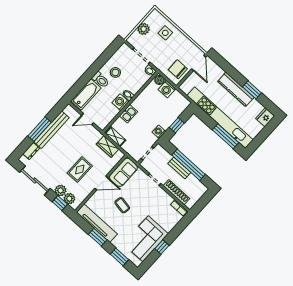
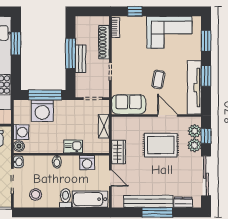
stool: (115, 72) -> (36, 194), moved
washing machine: (120, 102) -> (87, 163), moved
window: (177, 125) -> (45, 95), width x2.17
washing machine: (159, 132) -> (42, 111), moved, width x1.89, depth x1.89
window: (226, 136) -> (16, 43), width x0.69
shelving: (115, 137) -> (104, 126), moved
wardrobe: (108, 147) -> (118, 152), moved
window: (188, 165) -> (70, 53), width x0.68
rug: (80, 169) -> (161, 145), width x1.36, depth x1.43
door: (101, 183) -> (168, 115), moved
window: (162, 247) -> (135, 11), moved

